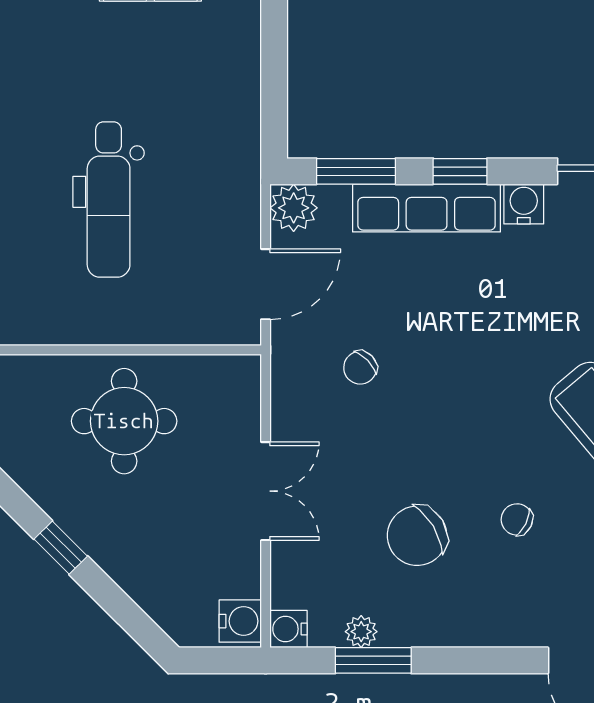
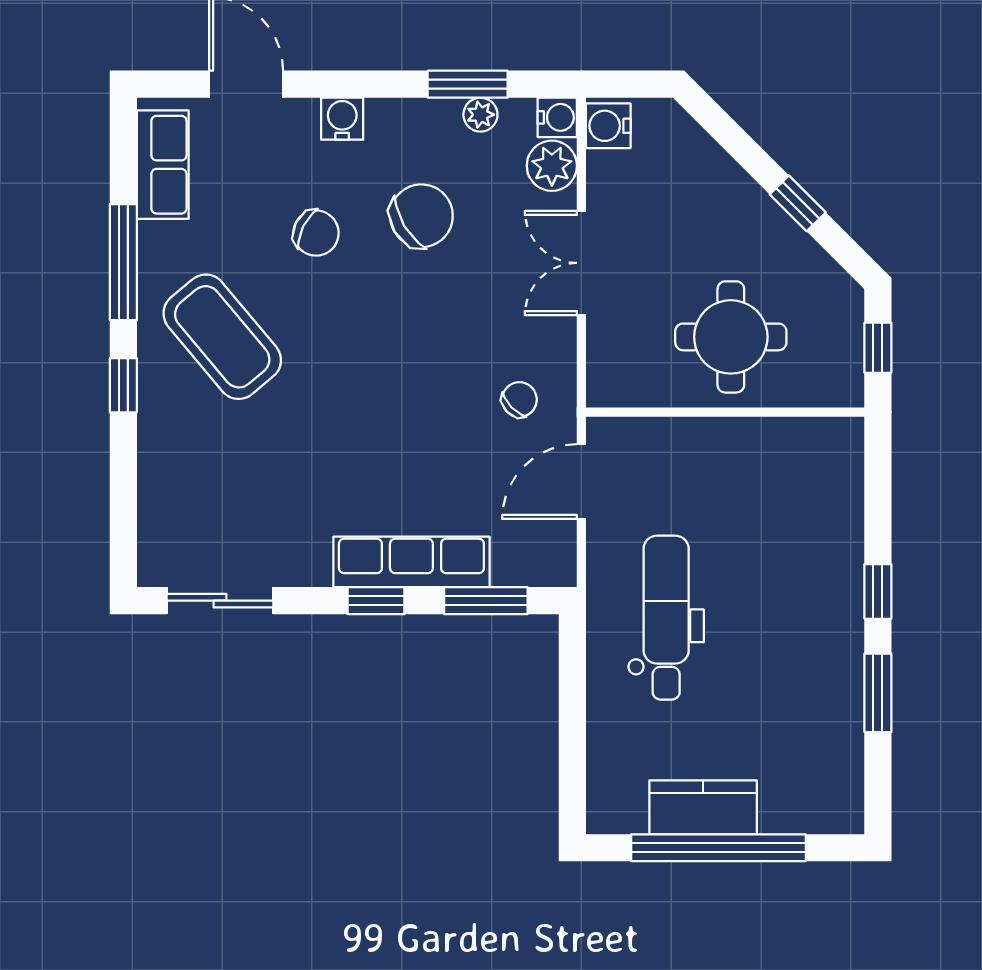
dental chair: (109, 200) -> (666, 618), moved
water cooler: (524, 204) -> (342, 119), moved, turned 180
plant: (294, 208) -> (552, 166), moved
chair: (360, 368) -> (519, 400), moved
chair: (517, 519) -> (316, 233), width x1.37, depth x1.37

